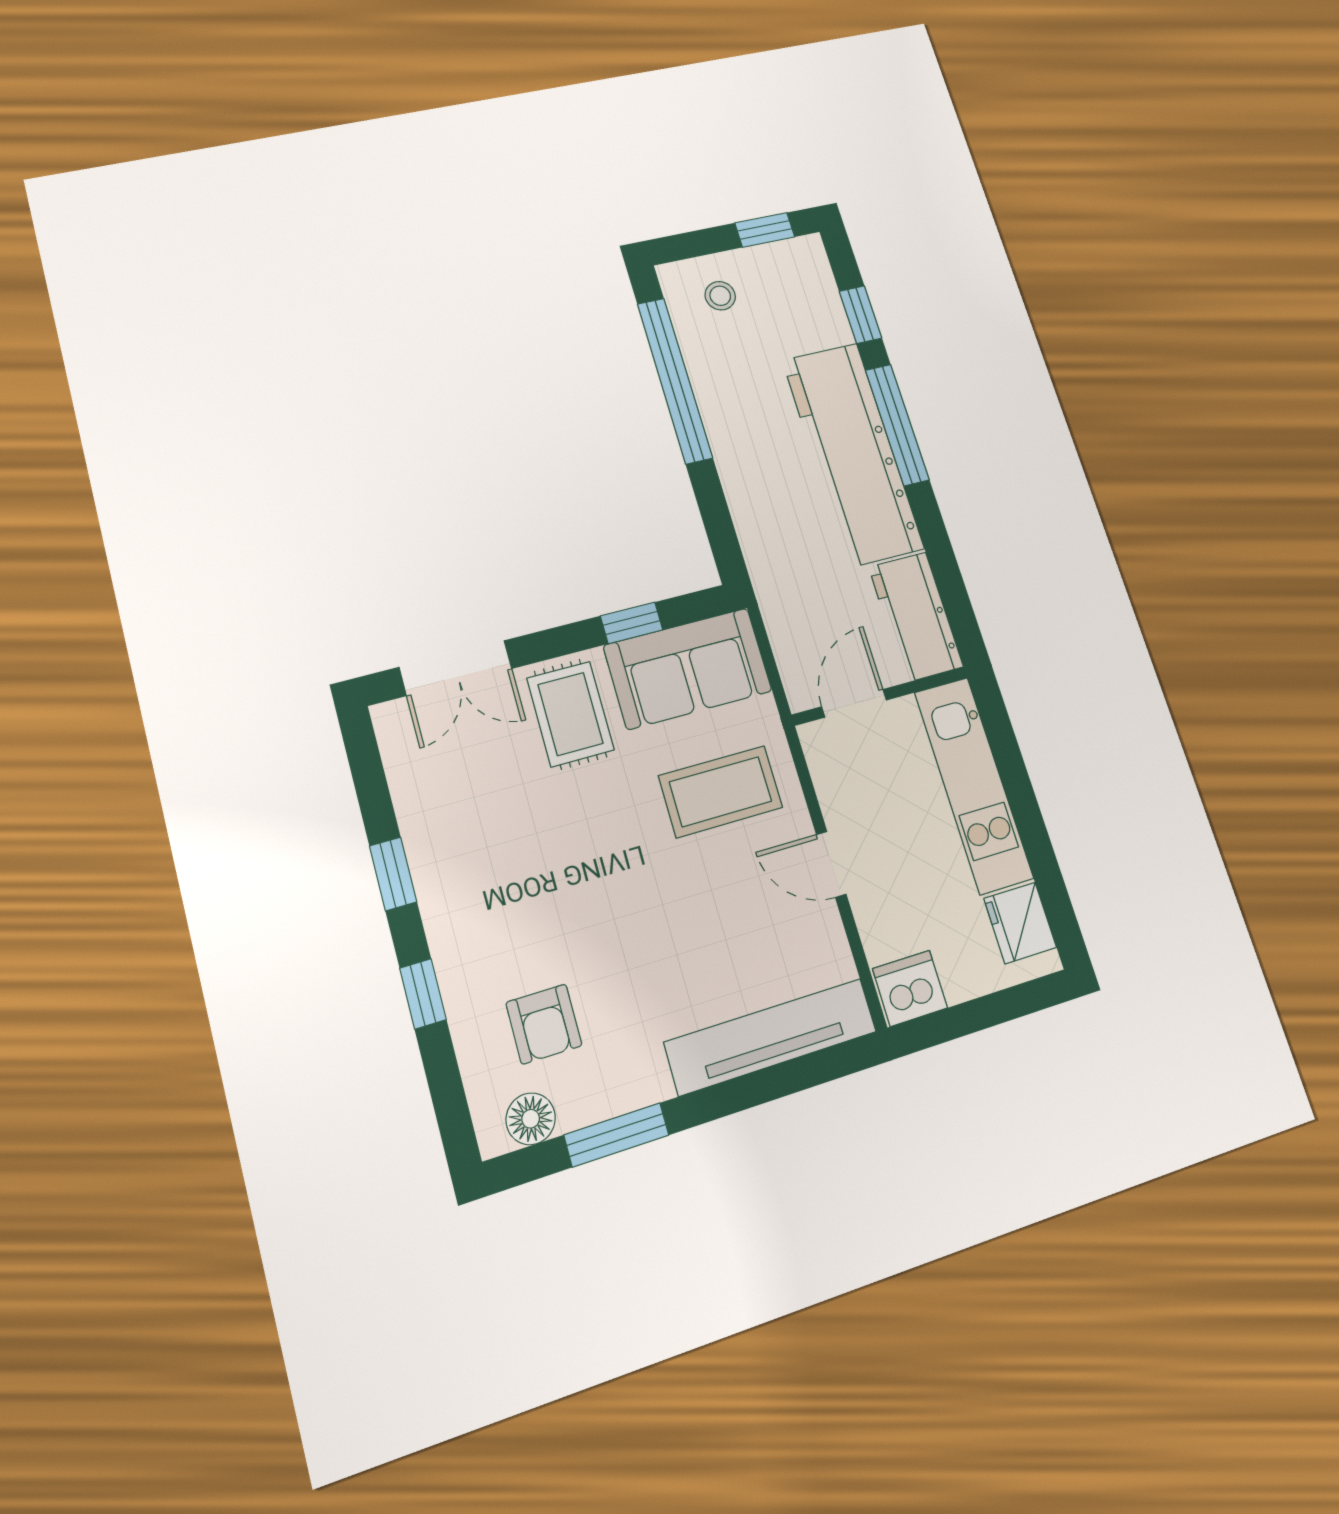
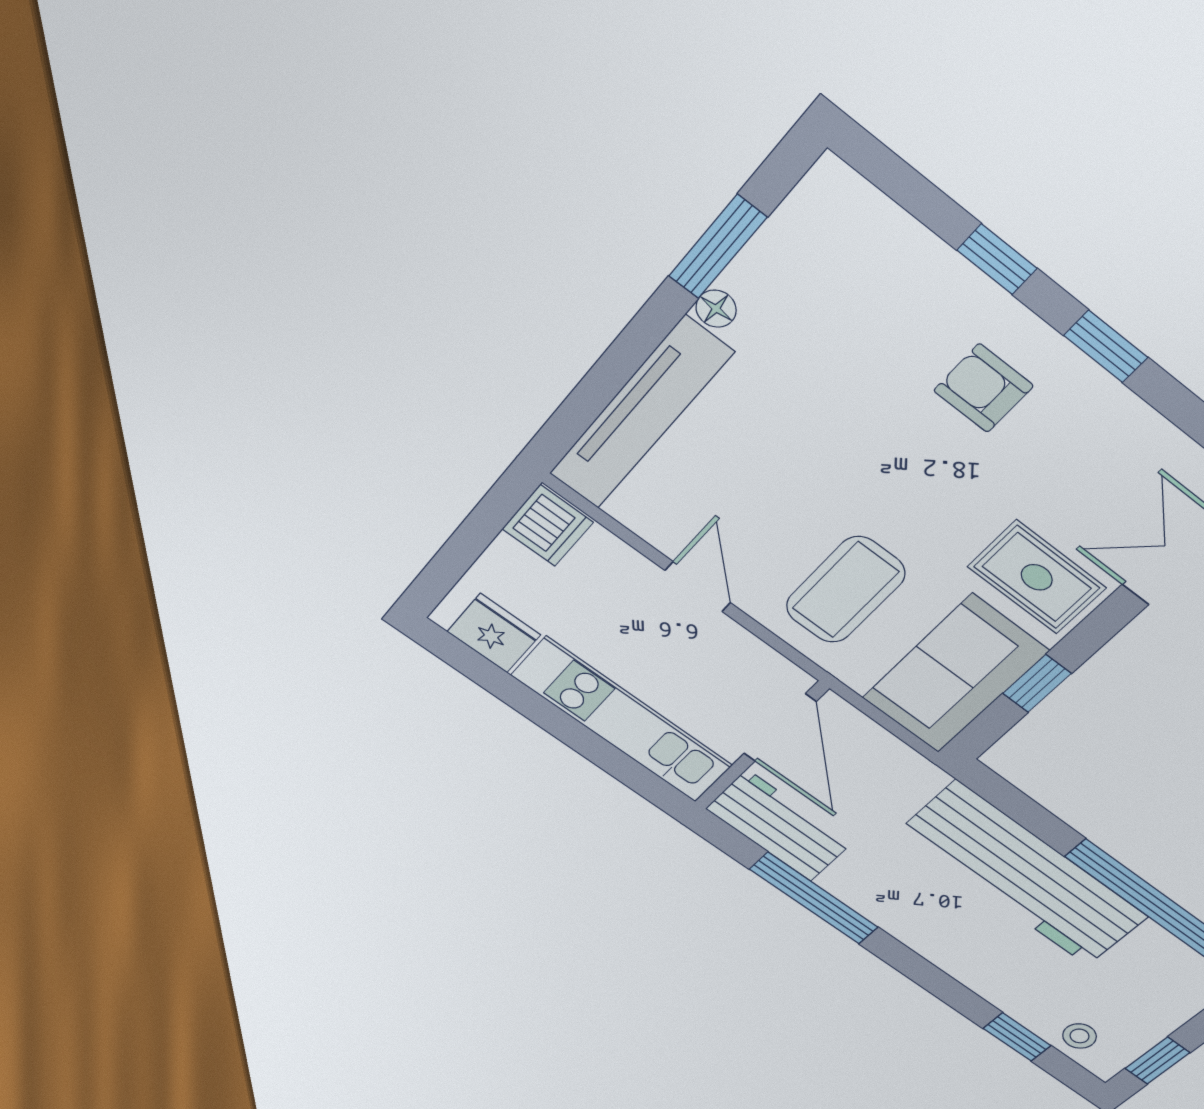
stool: (720, 296) -> (1080, 1036), moved
window: (897, 425) -> (814, 898), moved
workbench: (853, 454) -> (1023, 874), moved, turned 180
door: (854, 703) -> (780, 728), width x1.38
door: (831, 864) -> (698, 587), hinge flipped
armchair: (544, 1024) -> (983, 388), moved
floor lamp: (531, 1119) -> (716, 309), moved, width x0.73, depth x0.73

